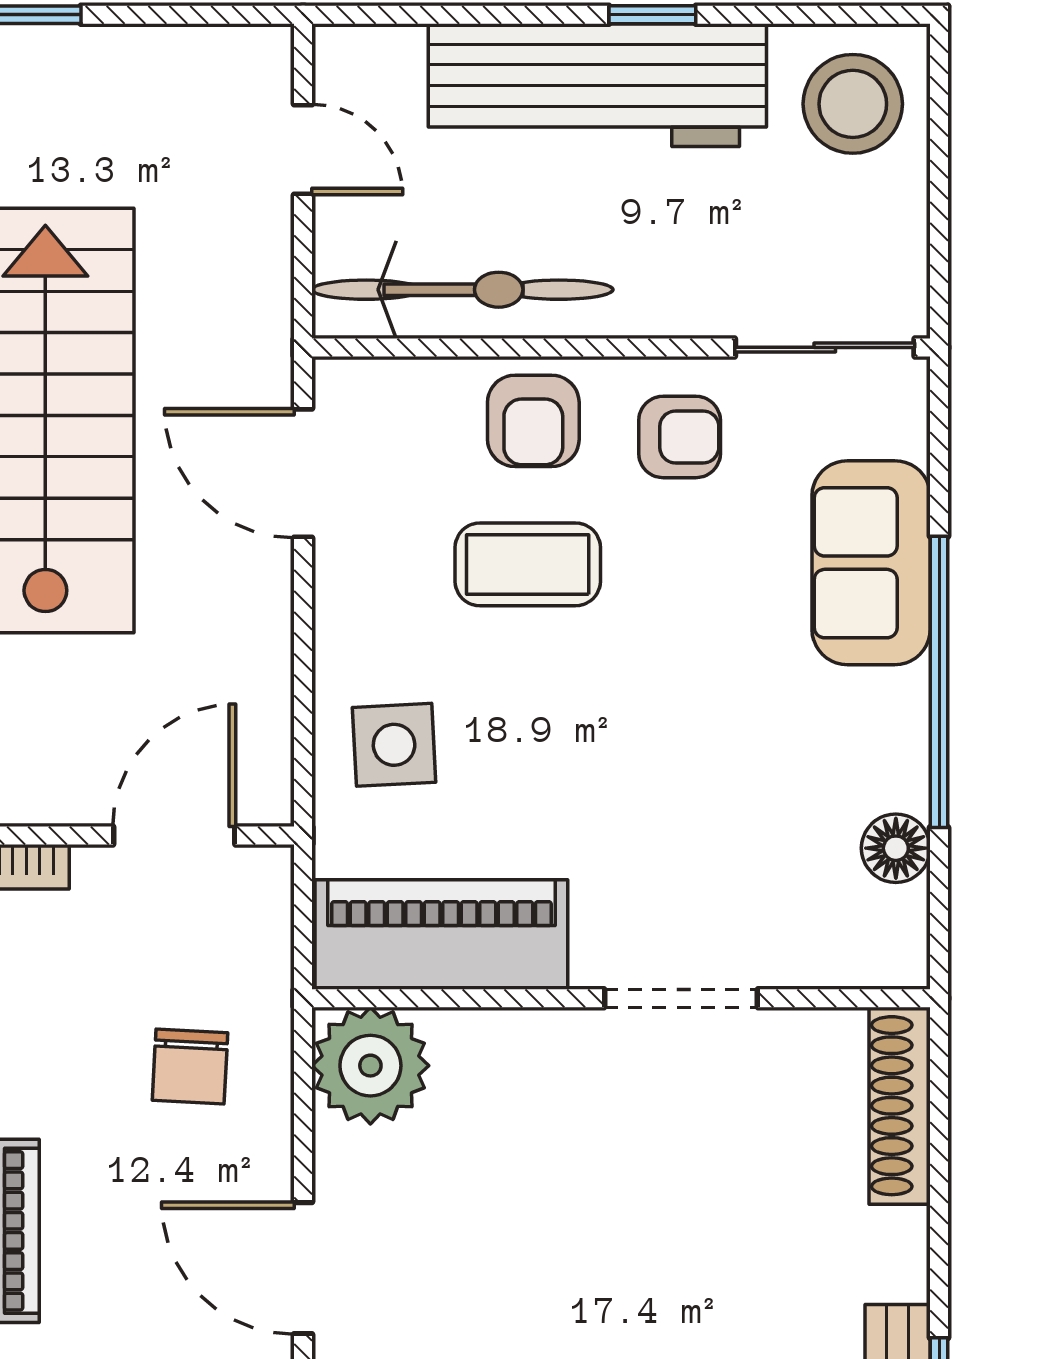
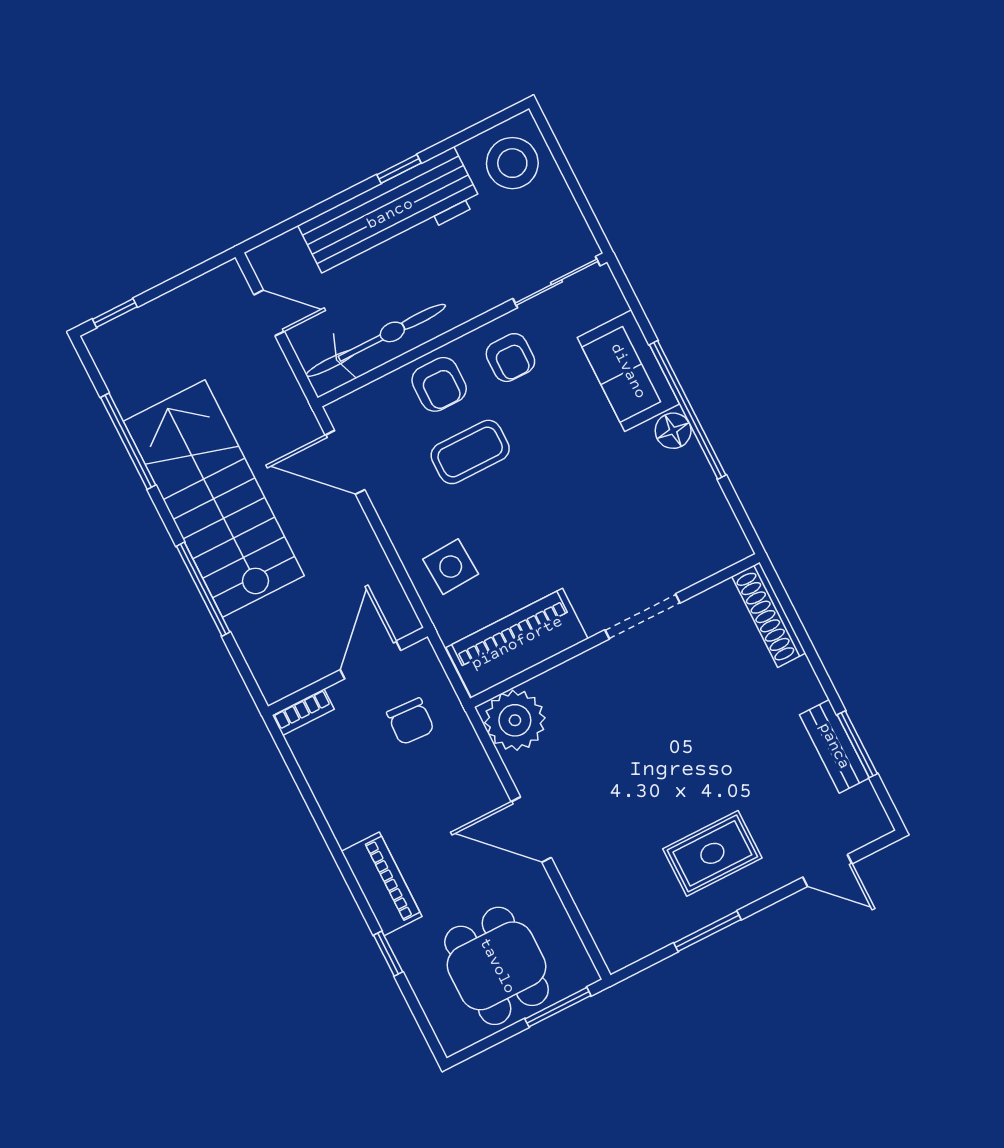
armchair: (680, 437) -> (510, 358), turned 90
floor lamp: (896, 848) -> (673, 431), moved
chair: (190, 1066) -> (410, 721), moved

